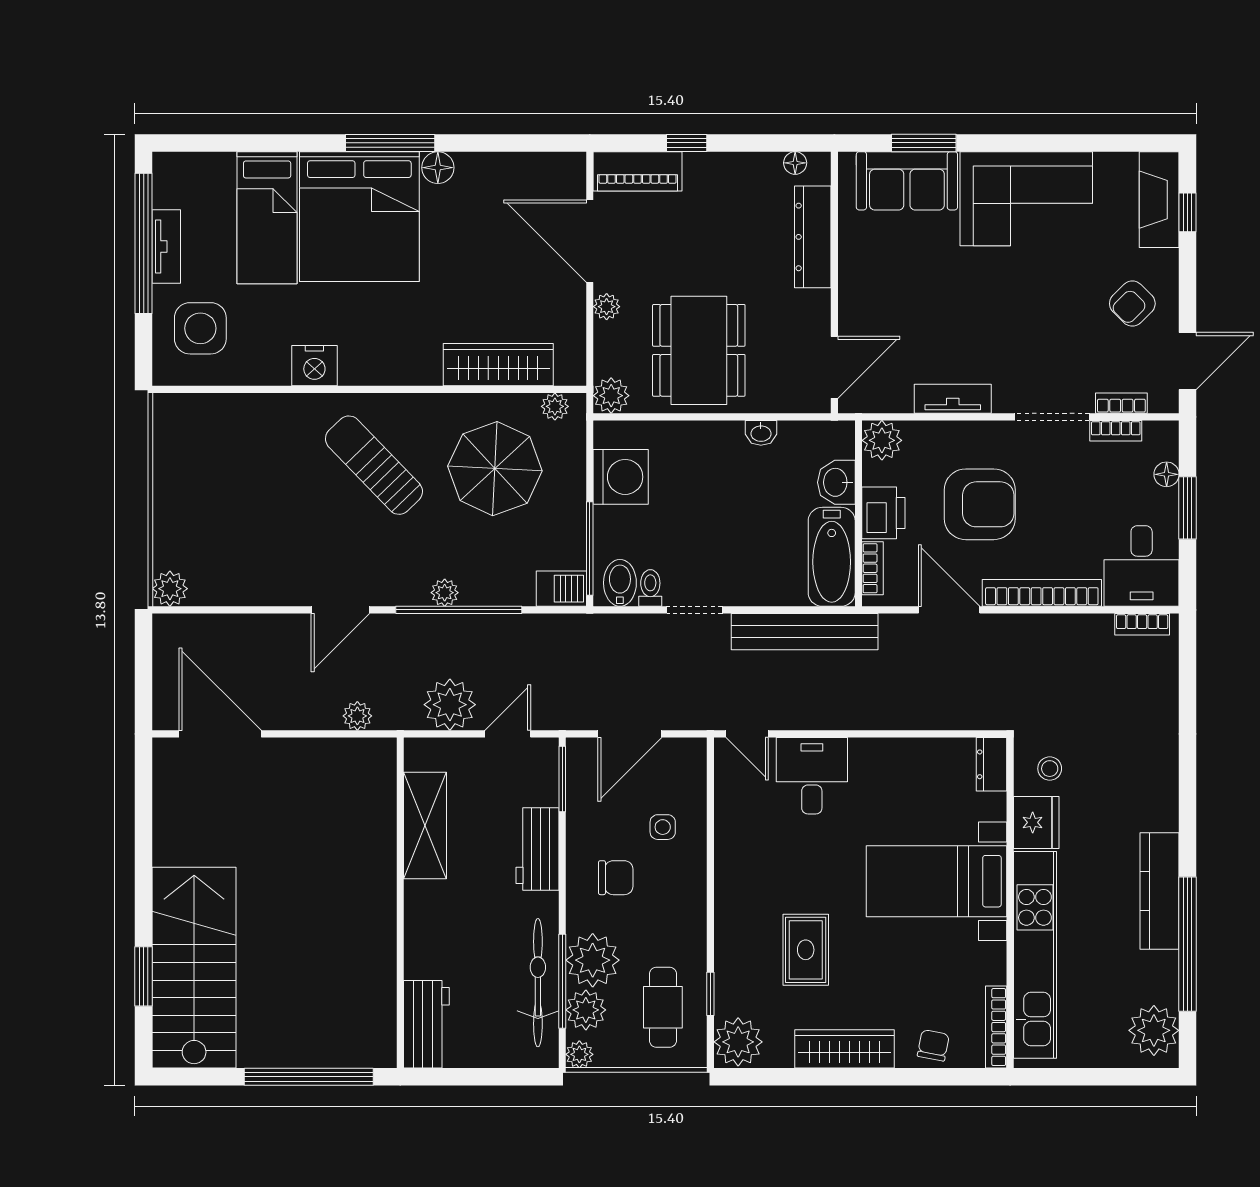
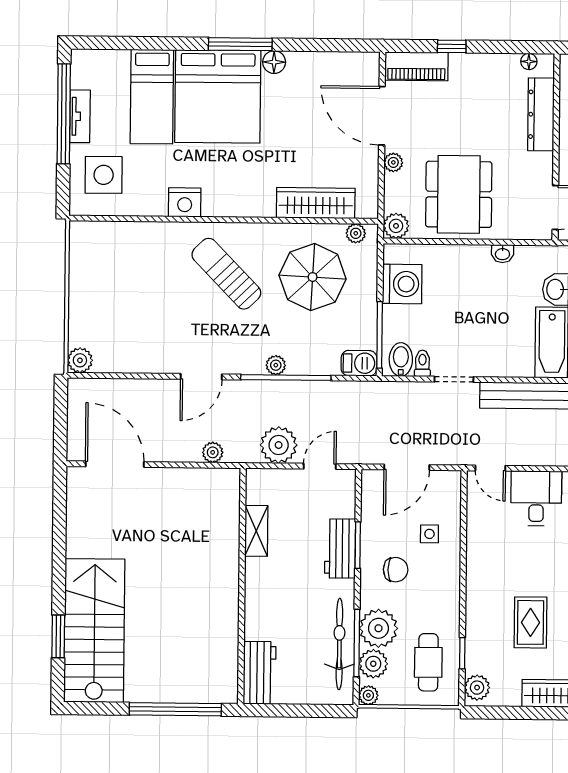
window: (562, 779) -> (358, 545), moved
shelving: (425, 825) -> (256, 531), width x0.67, depth x0.75
plant: (738, 1042) -> (477, 688), width x0.73, depth x0.73

